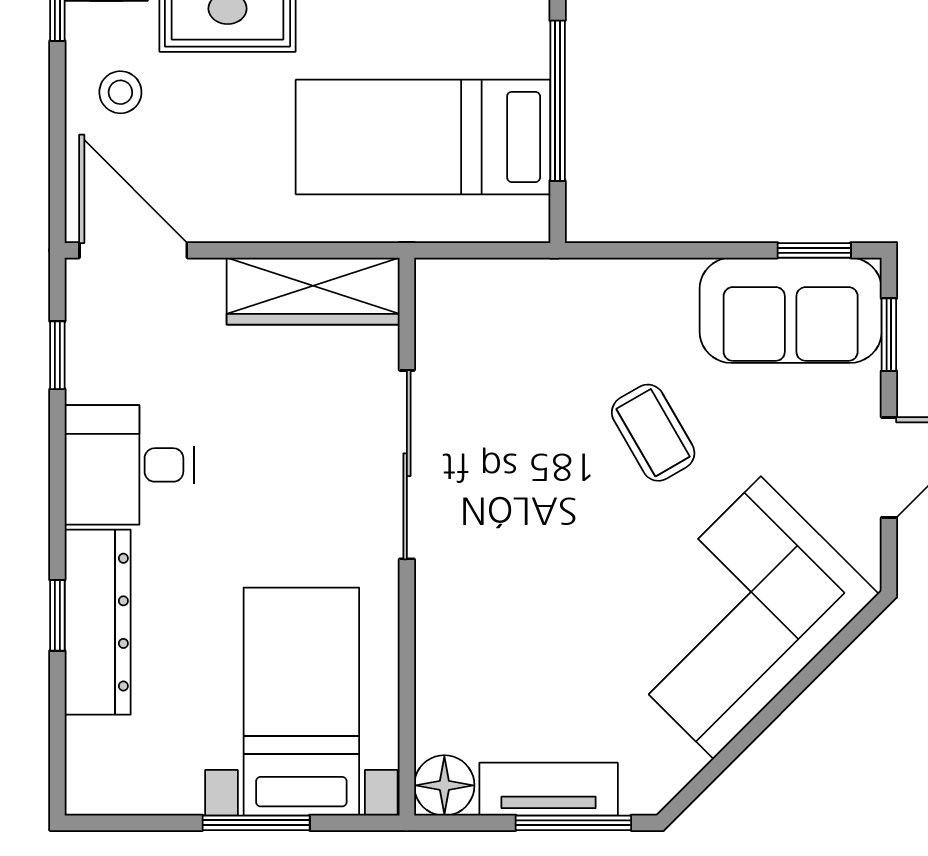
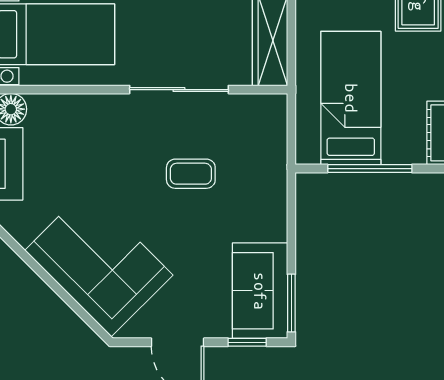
window: (814, 250) -> (291, 303), width x1.50
coffee table: (653, 433) -> (191, 174), moved, turned 30

